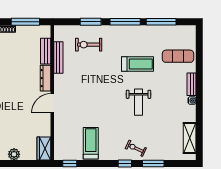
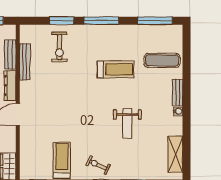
window: (161, 22) -> (155, 21), moved
exercise bike: (89, 45) -> (59, 47), turned -90
weight bench: (139, 102) -> (127, 124), moved
exercise bike: (136, 148) -> (98, 165), moved

